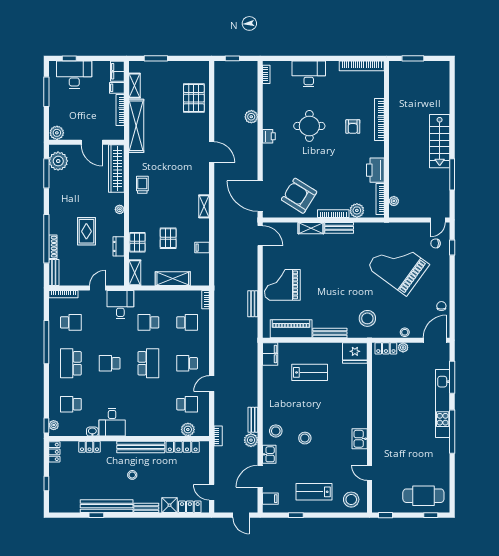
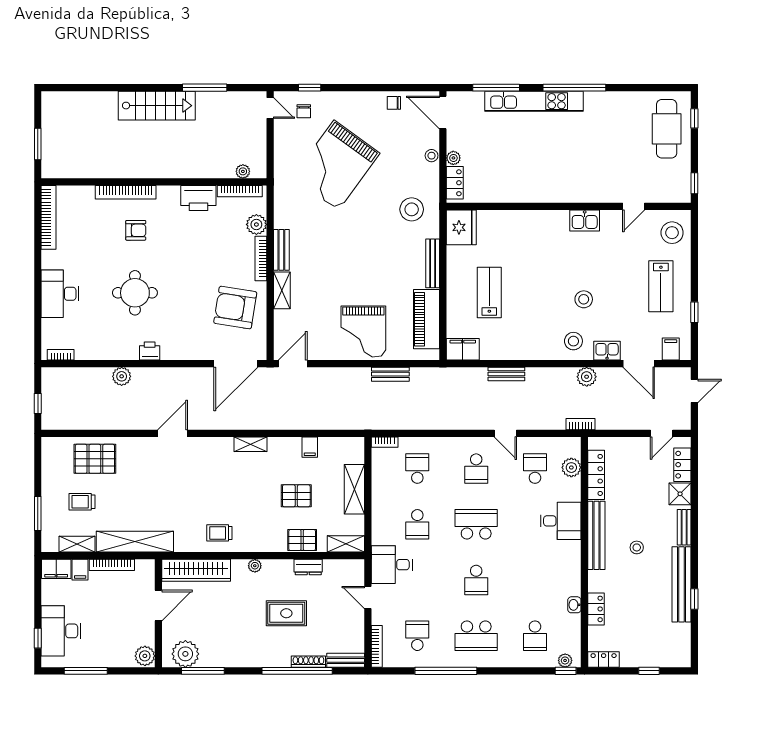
trolley: (164, 89) -> (82, 502), added
armchair: (299, 196) -> (235, 308), turned 67
bench: (253, 420) -> (506, 374), moved
desk: (112, 422) -> (561, 521), moved

